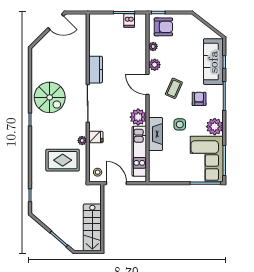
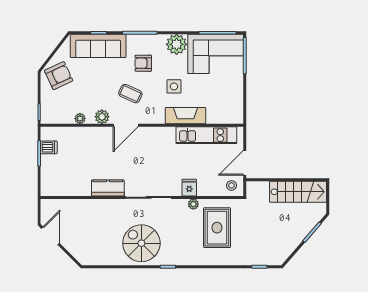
armchair: (163, 27) -> (59, 76), moved, turned 65
spiral stairs: (50, 97) -> (141, 243), turned -90
plant: (138, 117) -> (165, 137), removed

